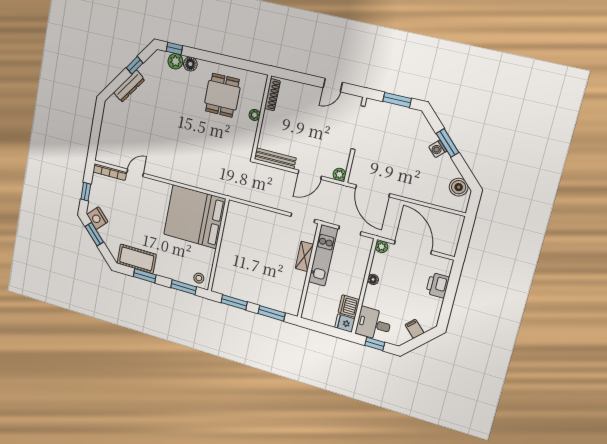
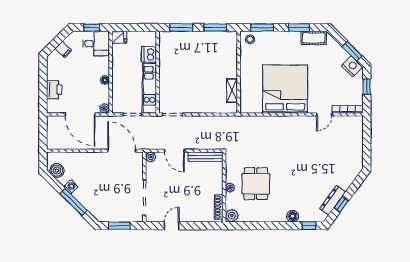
plant: (175, 61) -> (232, 216), moved
dresser: (129, 86) -> (333, 200), moved
dining table: (222, 95) -> (256, 184), moved
window: (448, 143) -> (73, 202), width x1.44
washing machine: (438, 149) -> (71, 187), moved
door: (310, 175) -> (174, 151), swing flipped
bed: (195, 217) -> (285, 89), moved, turned -90
shelving: (304, 256) -> (232, 91), moved
cot: (137, 259) -> (314, 38), width x0.73, depth x0.75
dishwasher: (349, 306) -> (149, 54), moved, turned 180

